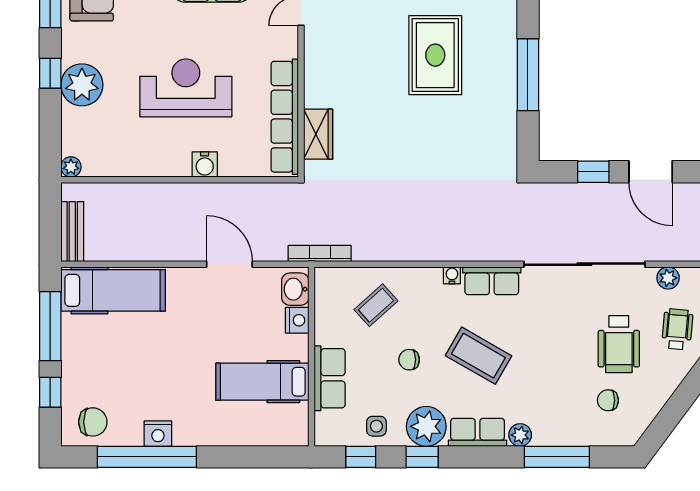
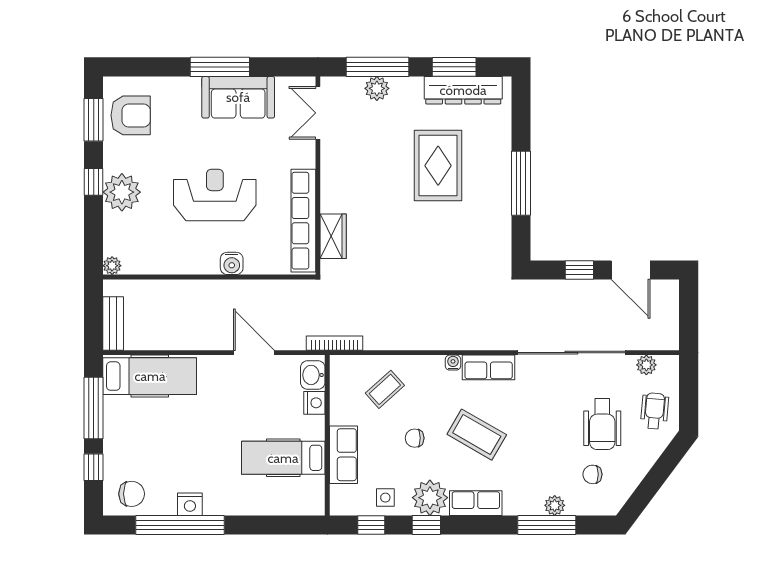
plant: (520, 435) -> (555, 505), moved

